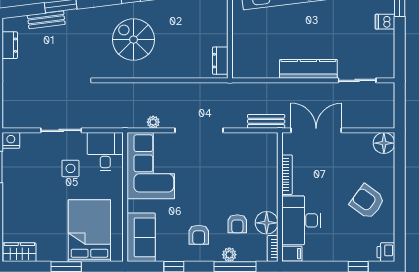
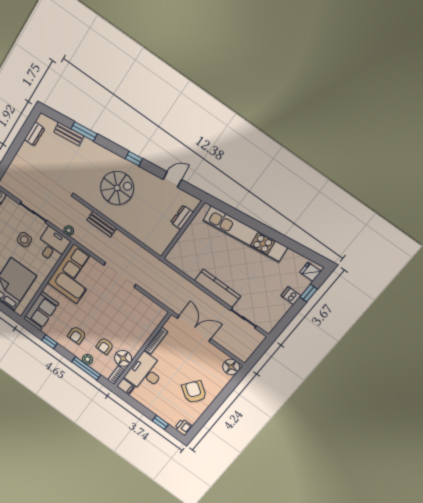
spiral stairs: (133, 40) -> (117, 188), turned 90
dresser: (220, 61) -> (182, 217), moved
bench: (266, 121) -> (102, 224), moved
plant: (153, 122) -> (69, 230), moved

